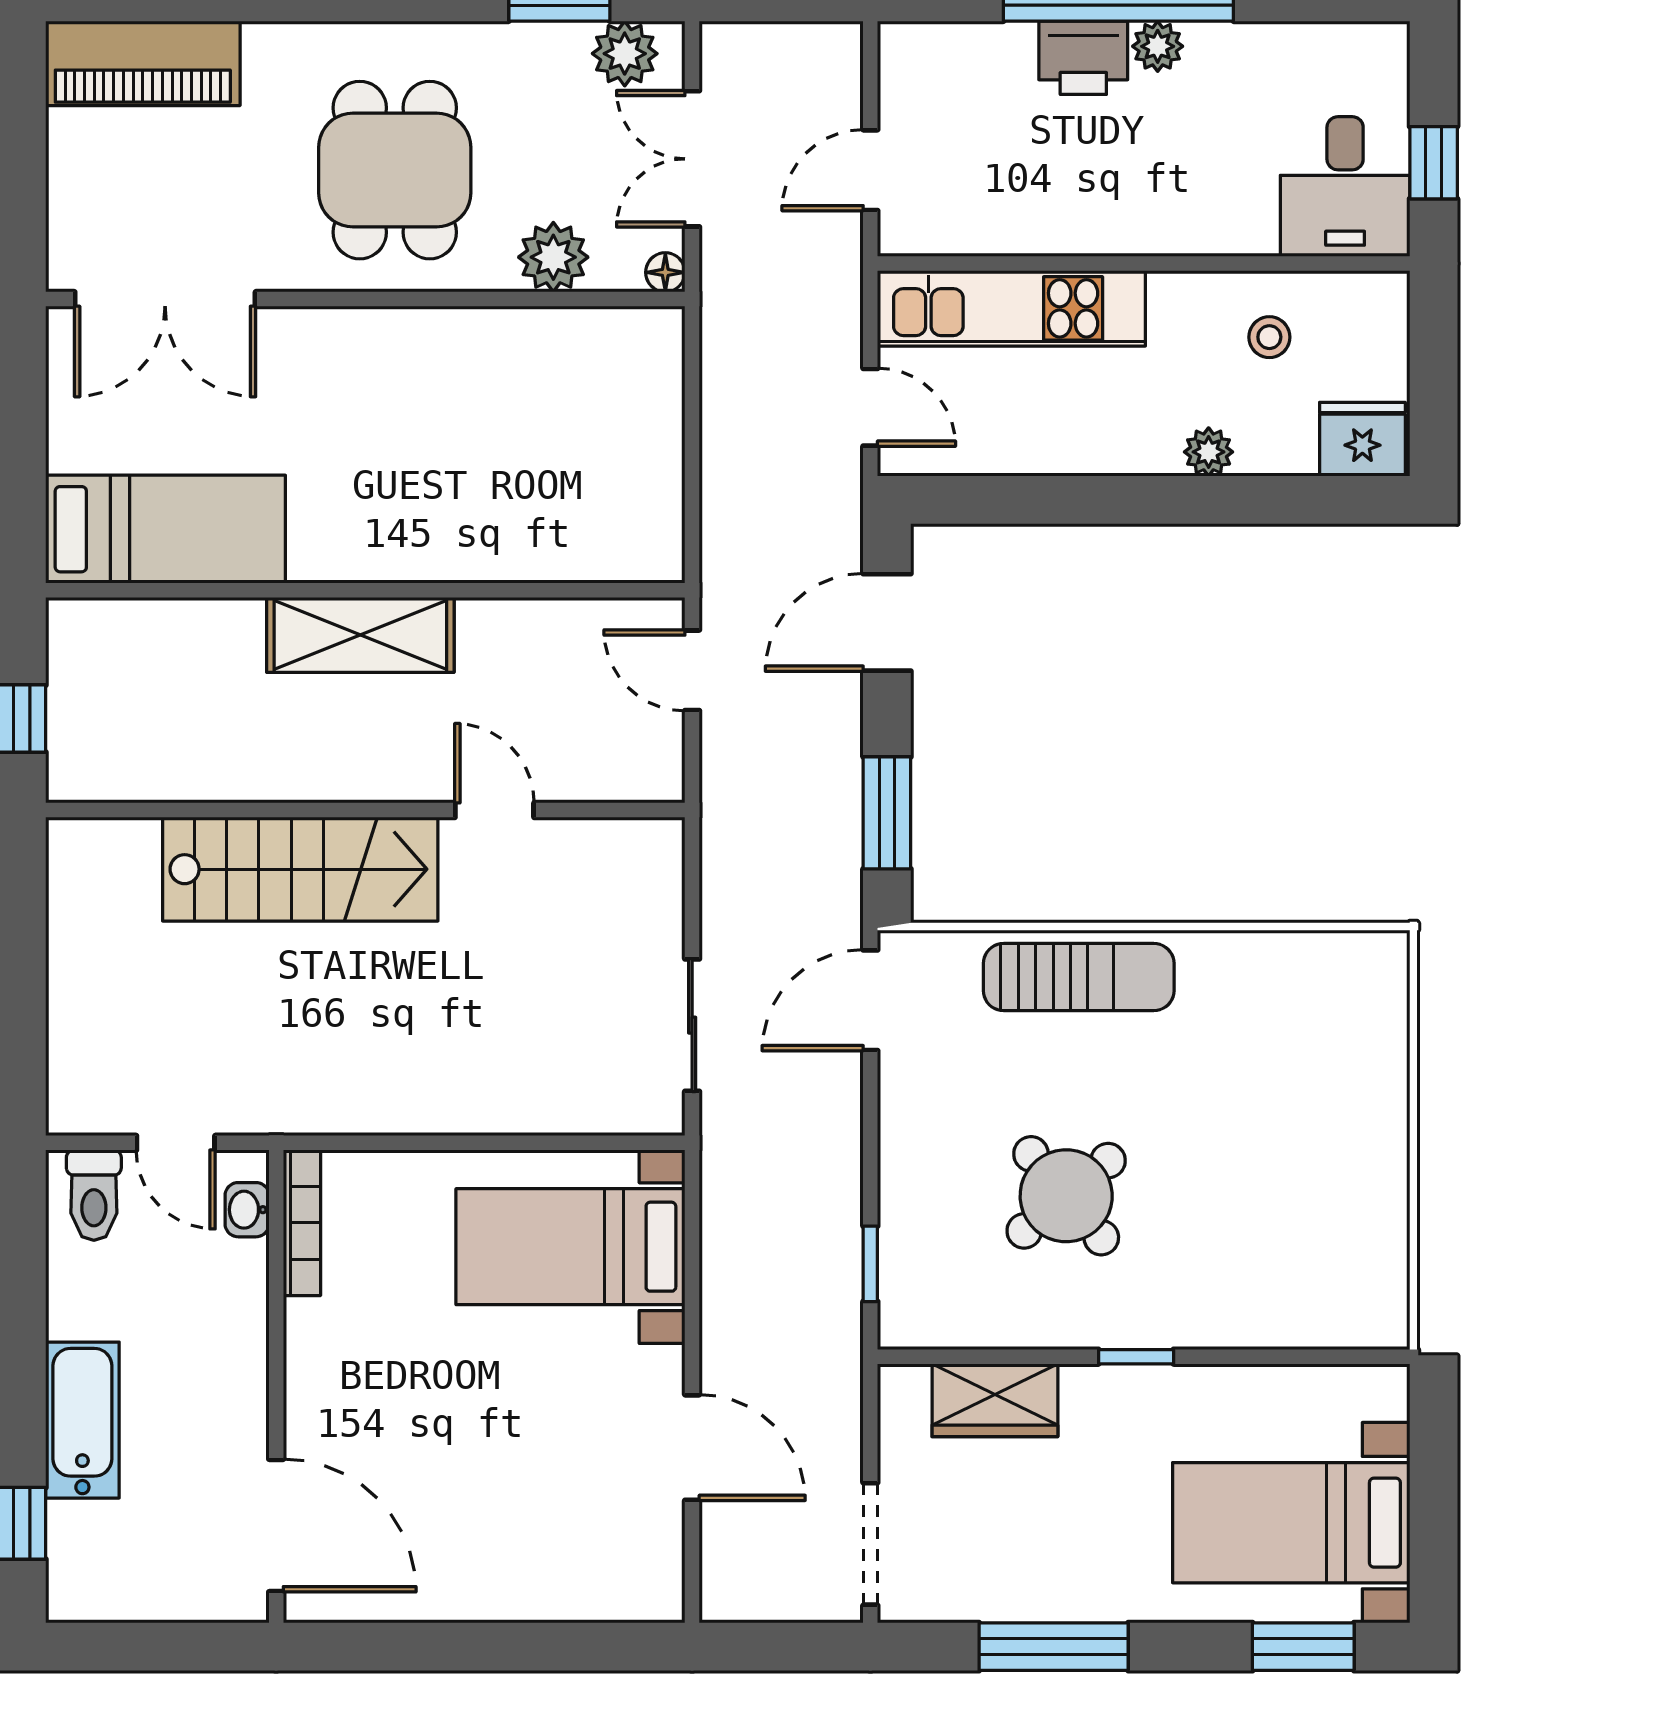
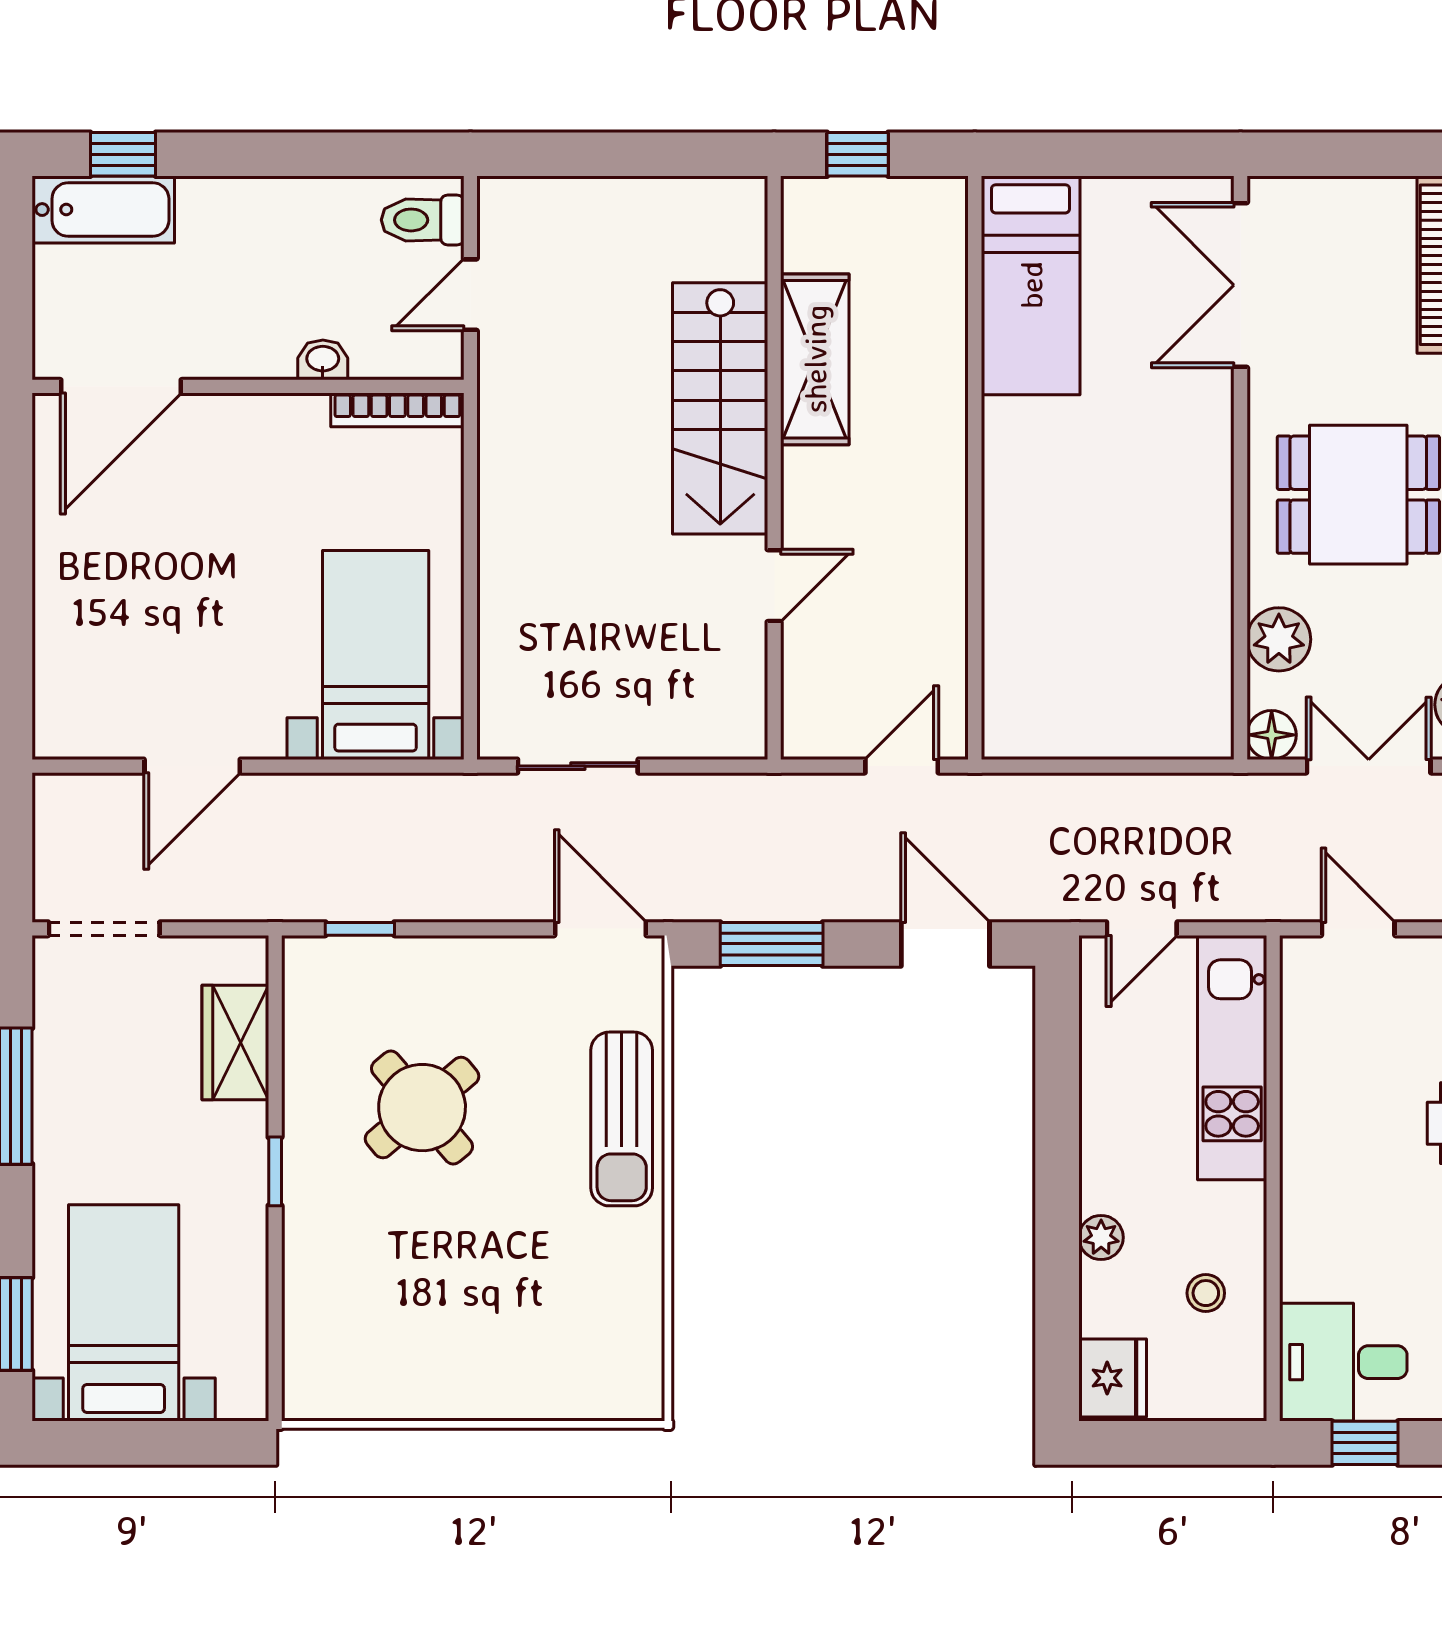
floor lamp: (665, 272) -> (1272, 735), width x1.37, depth x1.37
shelving: (360, 635) -> (815, 359), moved
washbasin: (247, 1210) -> (323, 360), moved
bathtub: (82, 1420) -> (103, 210), moved

